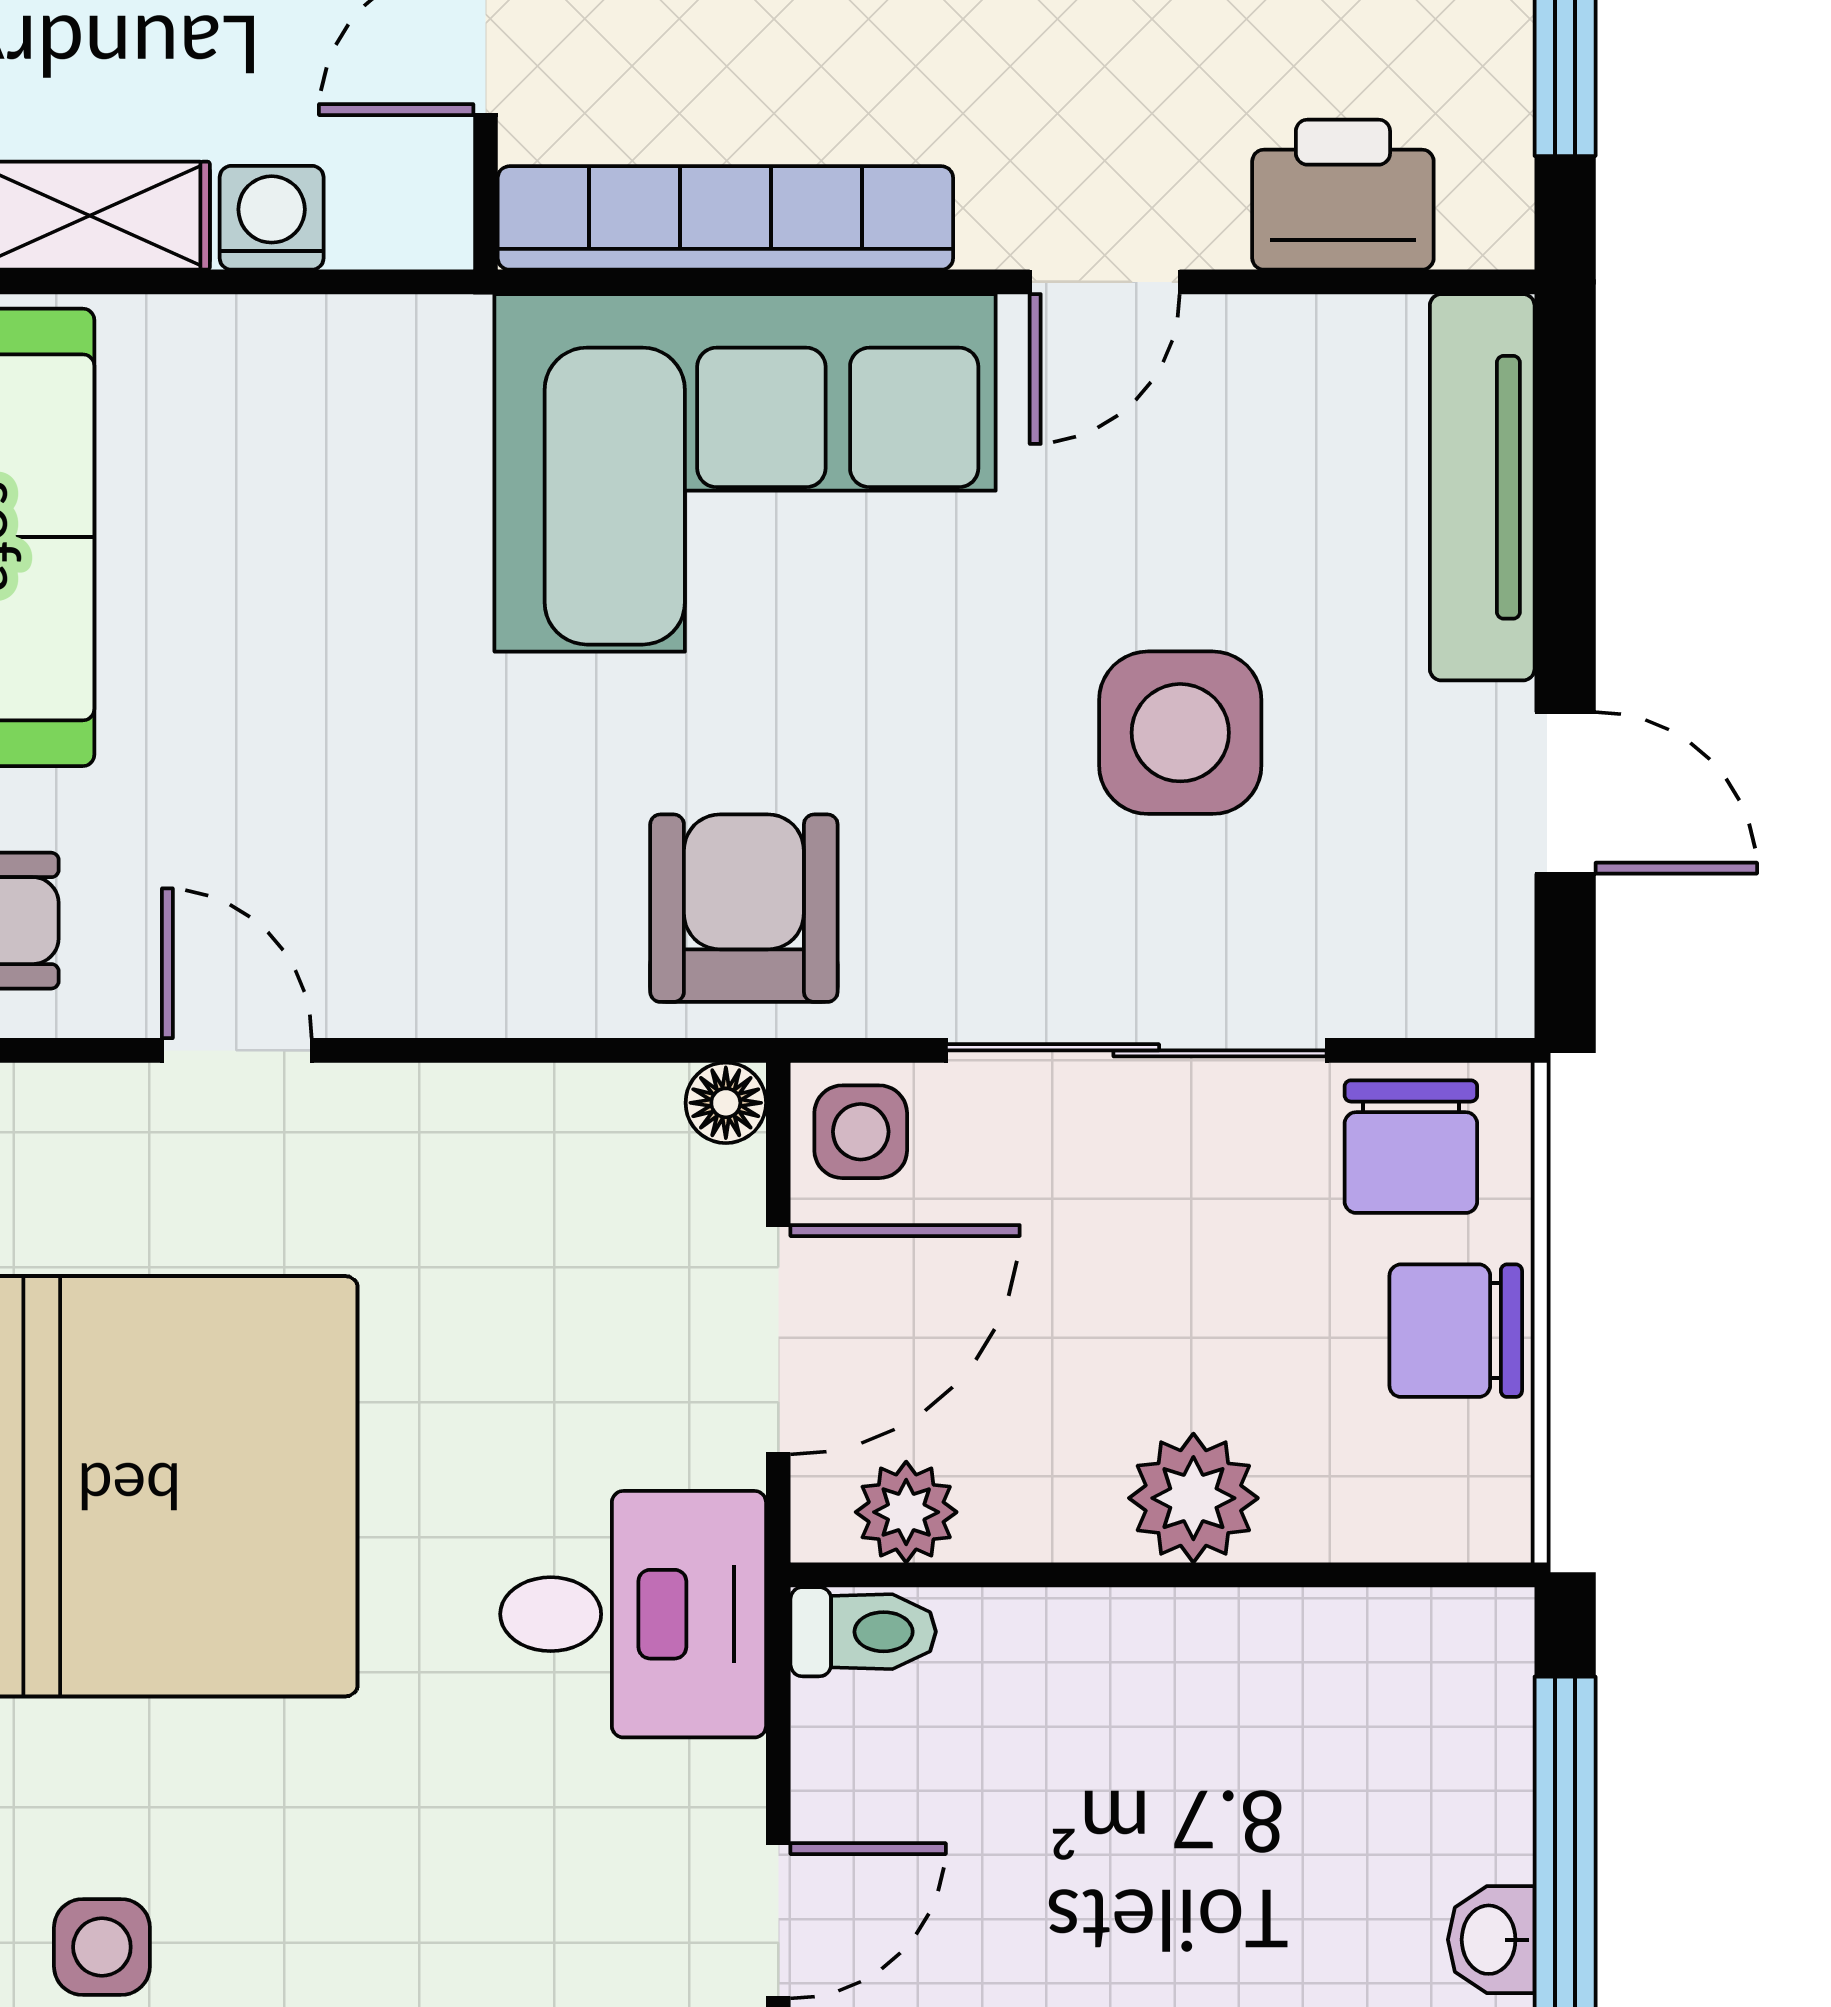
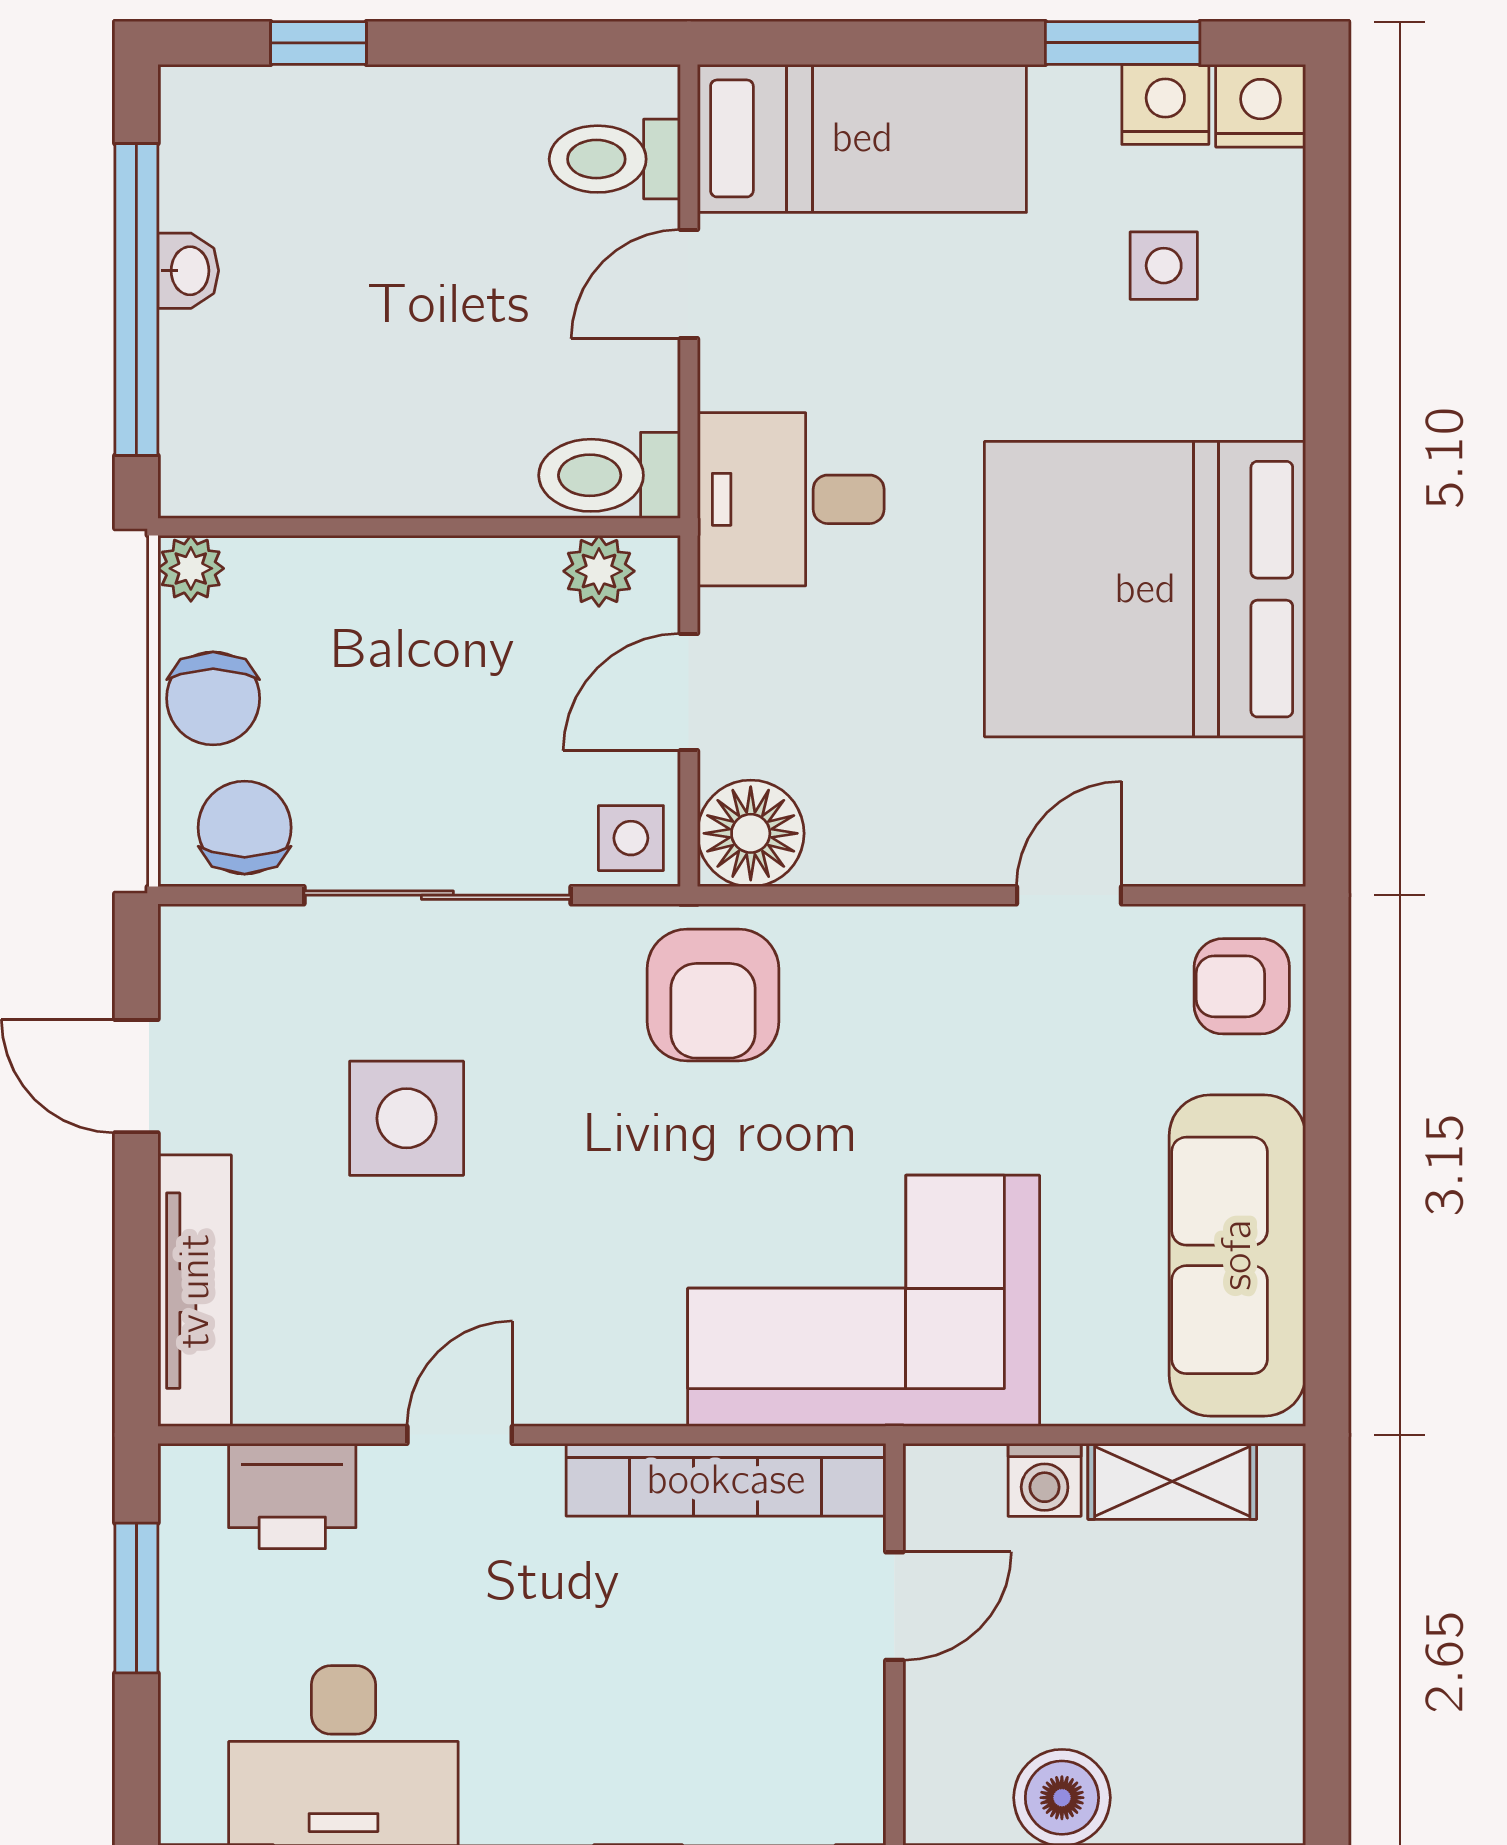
corner sofa: (745, 473) -> (864, 1301), moved
door: (237, 1050) -> (1069, 895), swing flipped
floor lamp: (726, 1103) -> (751, 833), width x1.89, depth x1.89
chair: (1456, 1331) -> (213, 698), turned 90
door: (778, 1340) -> (689, 692), width x0.73
plant: (1193, 1498) -> (191, 568), moved, width x0.73, depth x0.73
toilet: (863, 1632) -> (609, 475), width x1.37, depth x1.39

